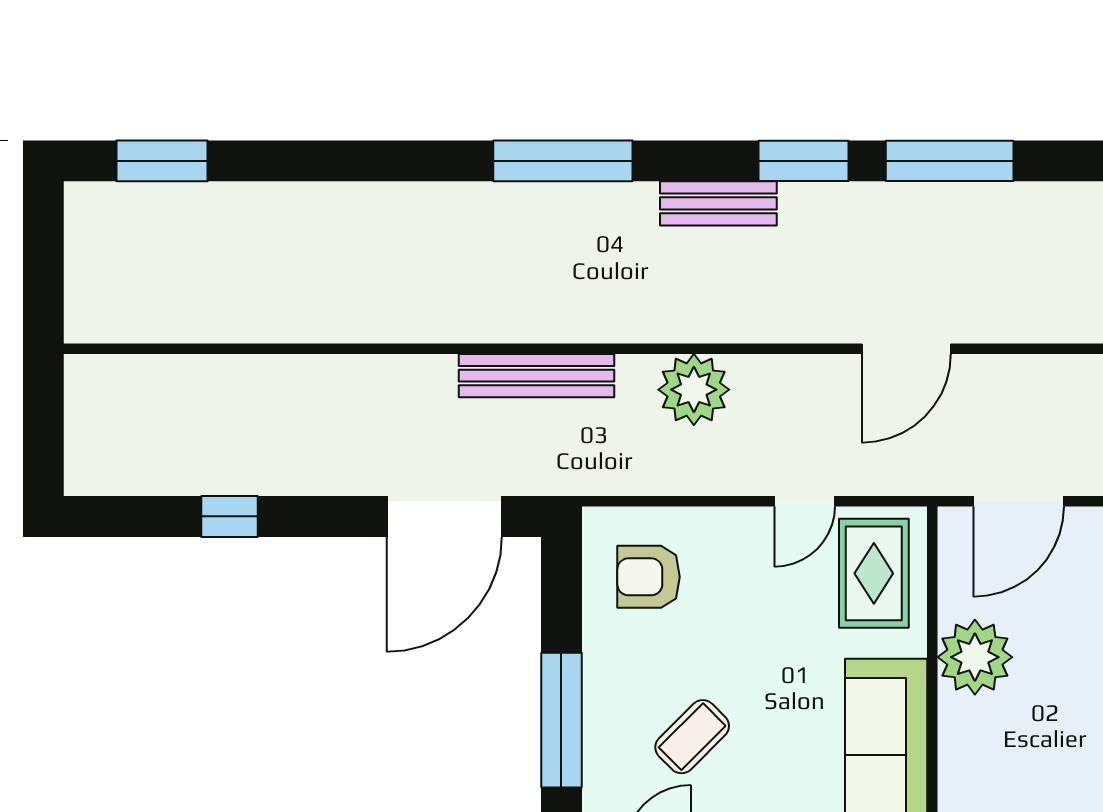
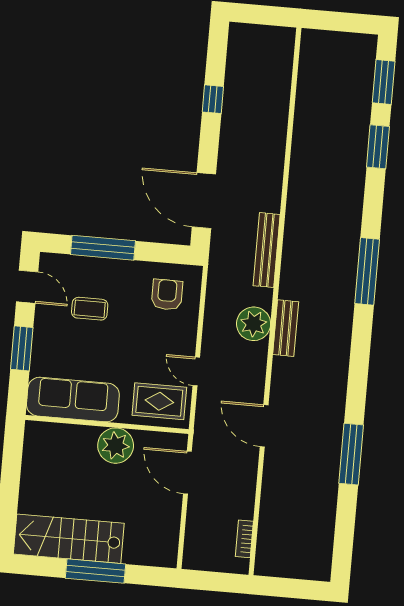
window: (804, 161) -> (378, 147), moved
bench: (718, 203) -> (286, 328), moved
coffee table: (692, 737) -> (90, 309), turned -45

